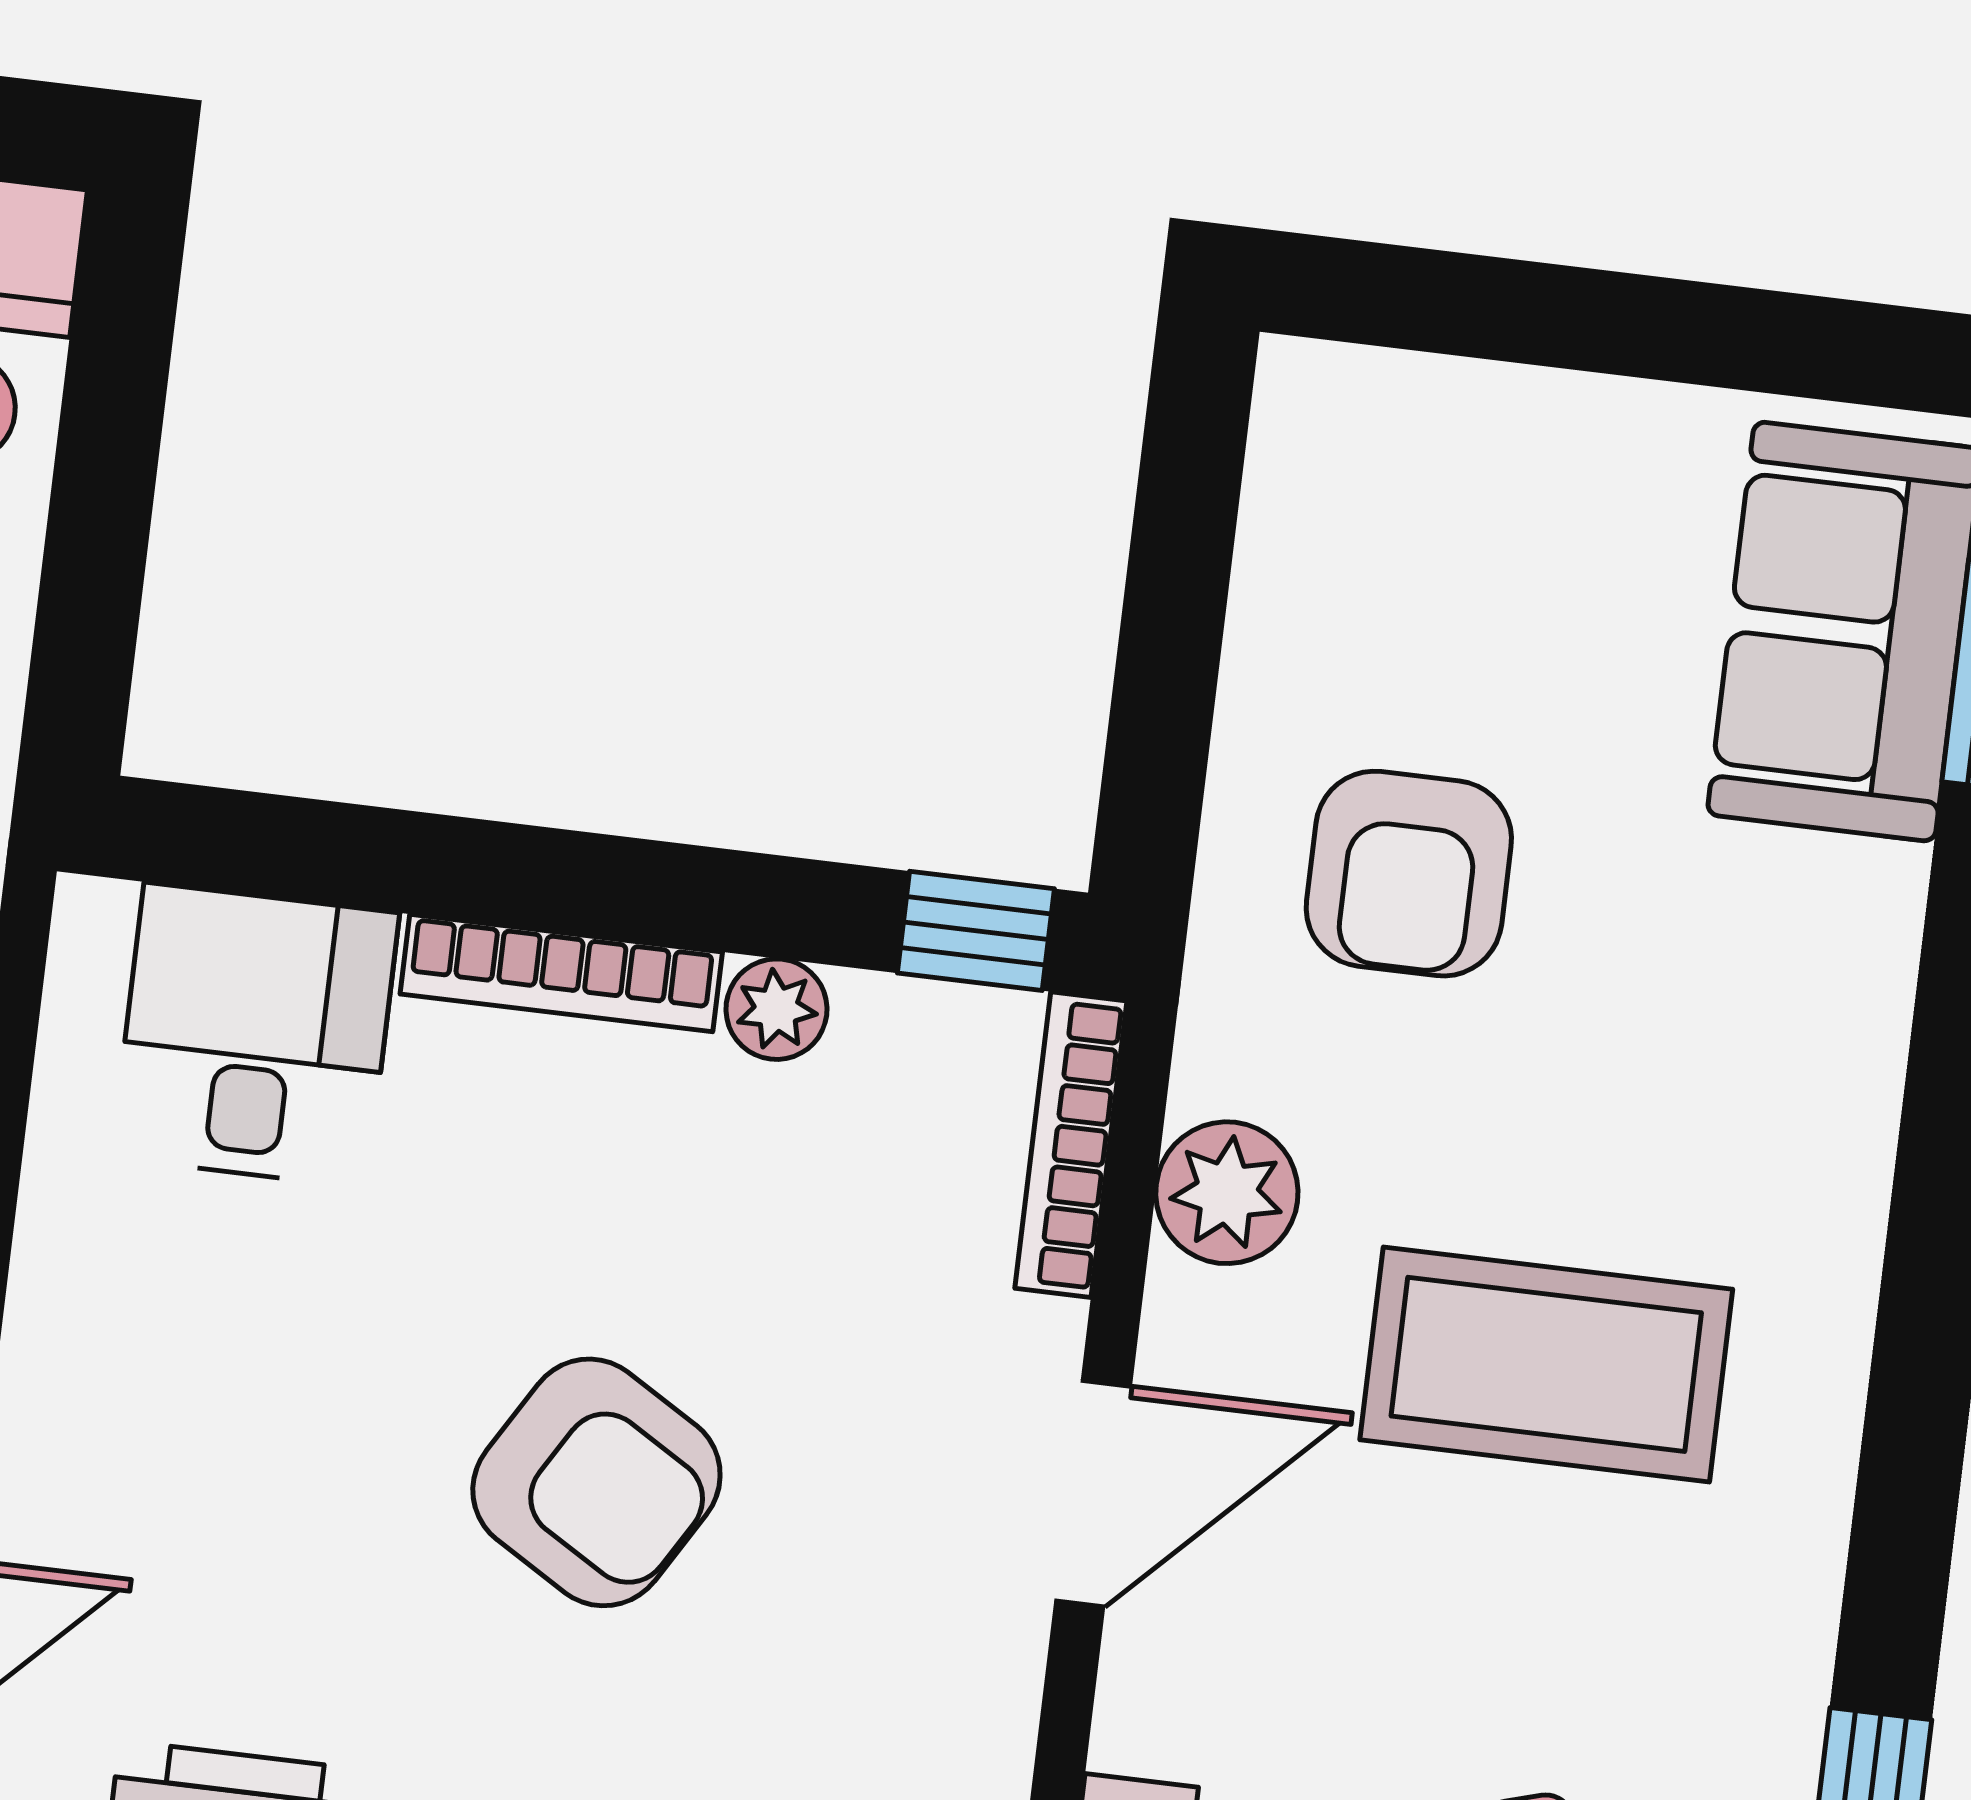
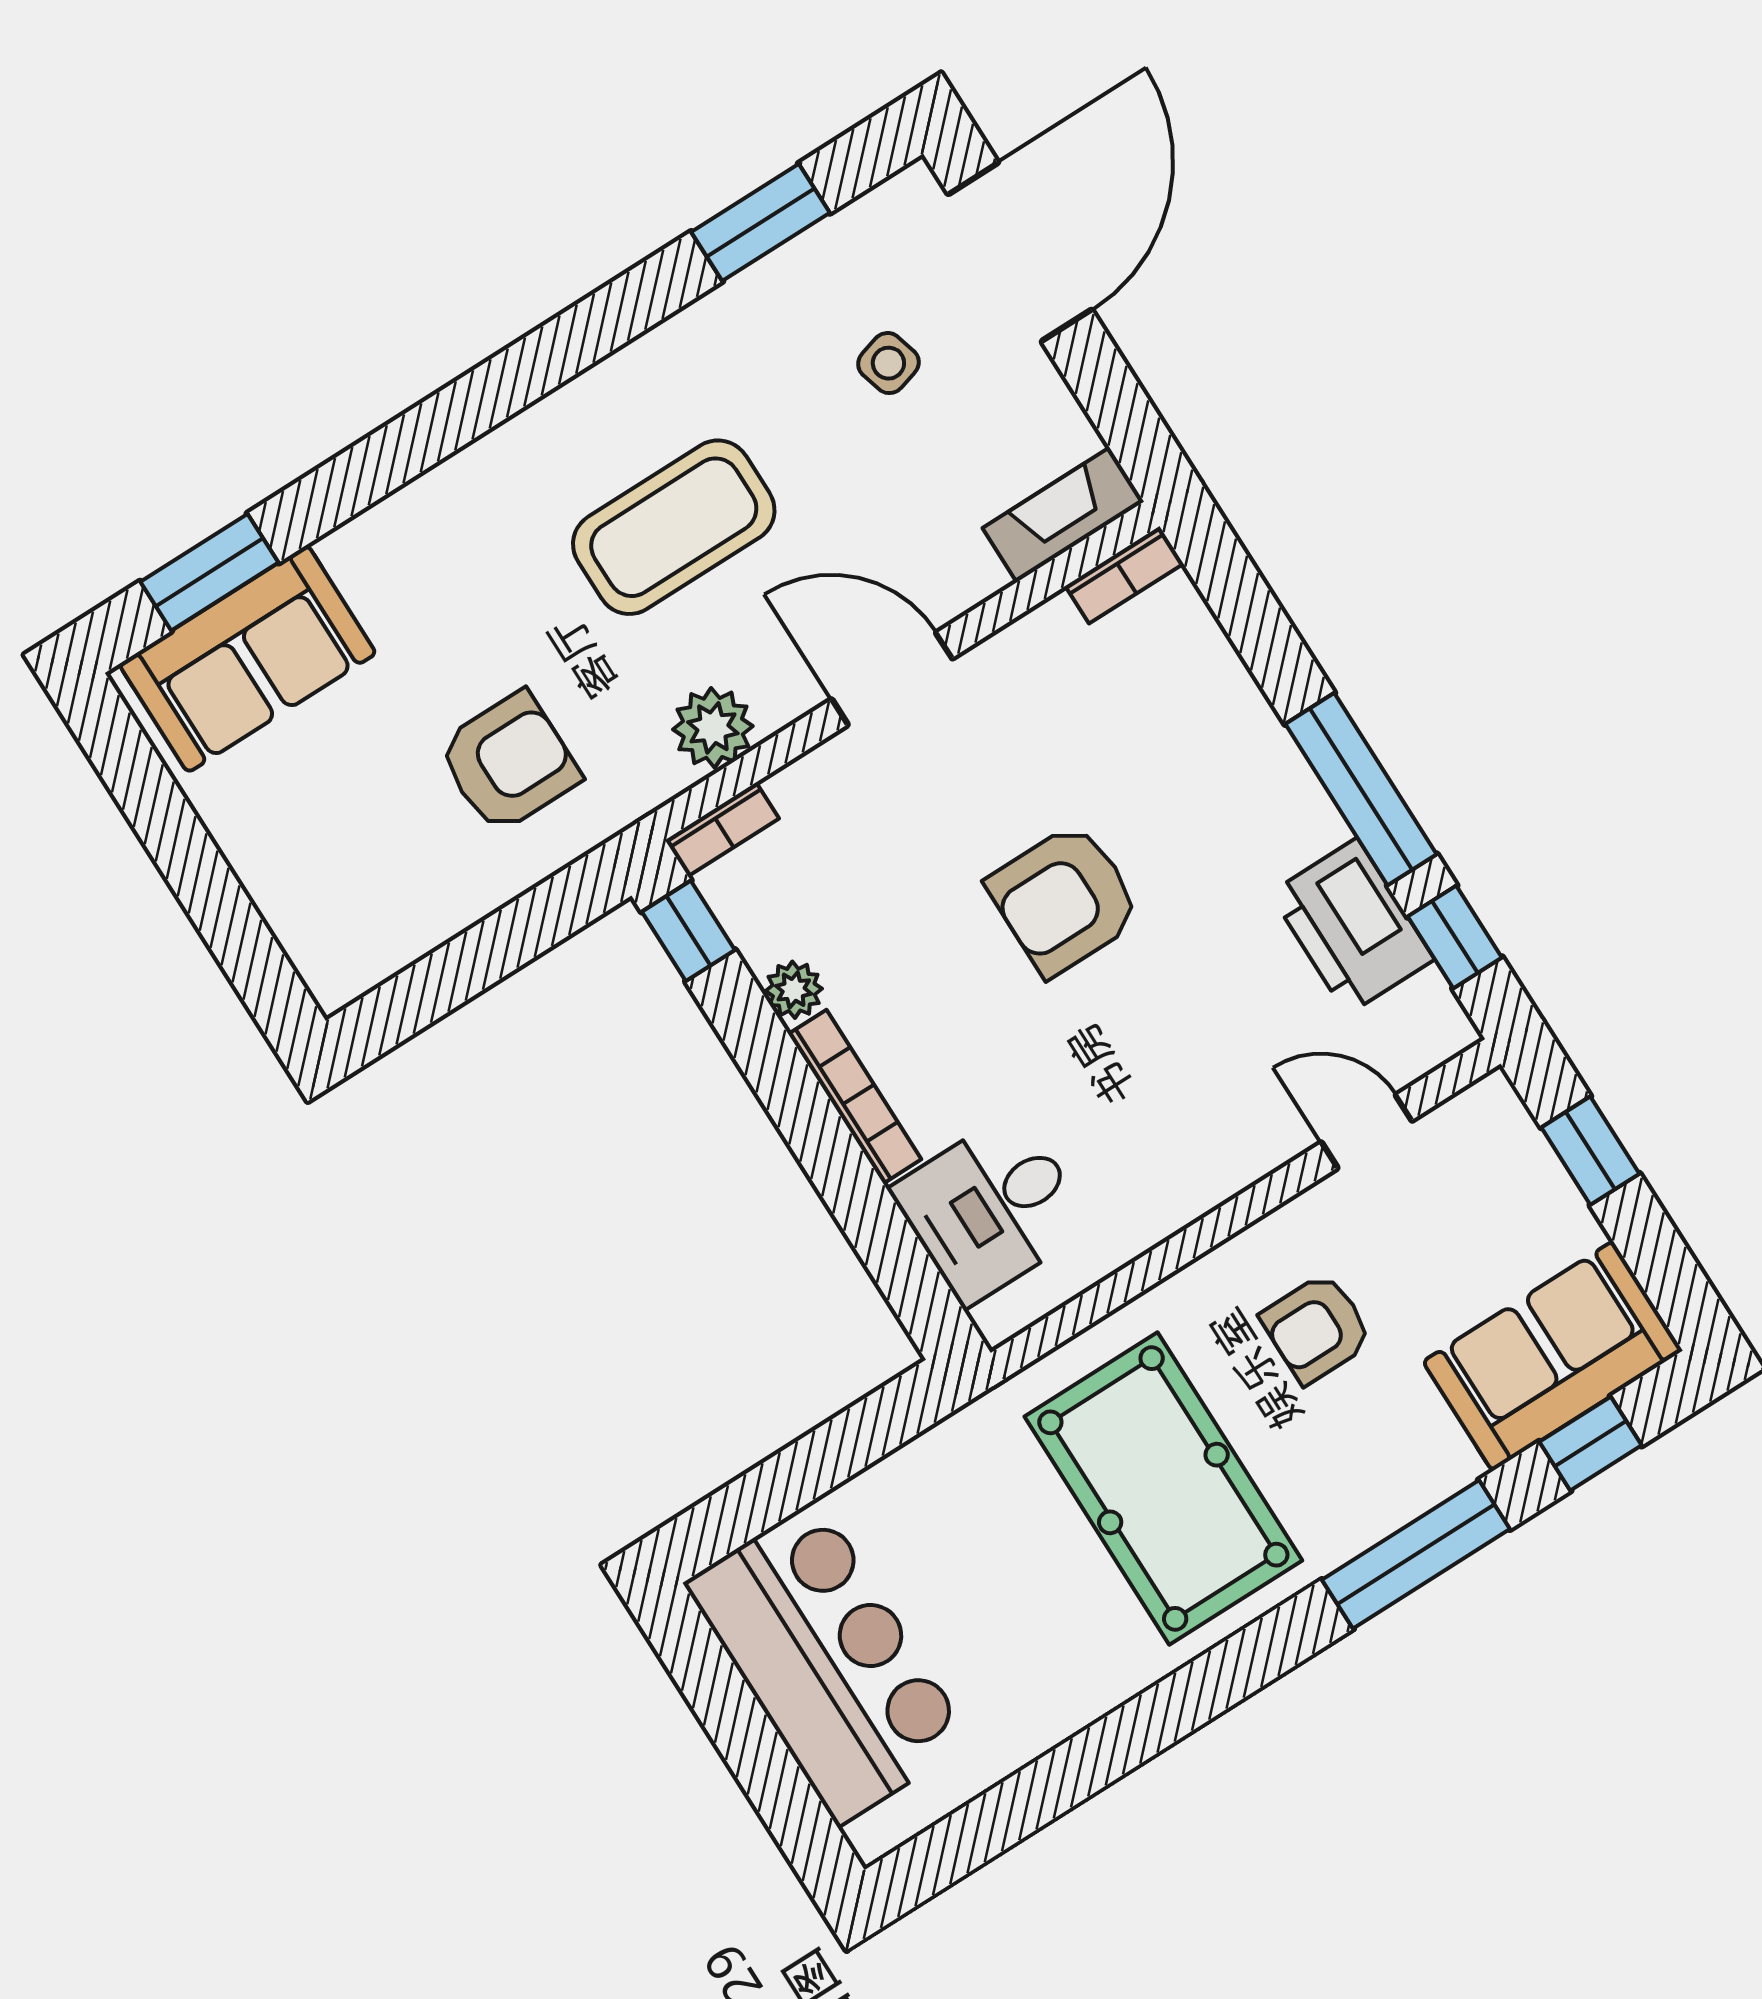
bookcase: (1071, 1145) -> (722, 829), width x0.64
coffee table: (1546, 1364) -> (674, 527), turned 90
armchair: (596, 1482) -> (1064, 899), turned -121

